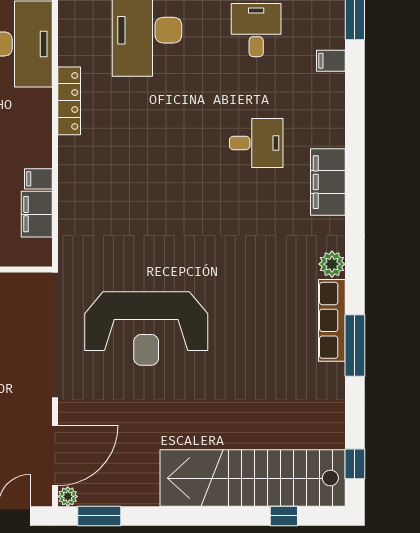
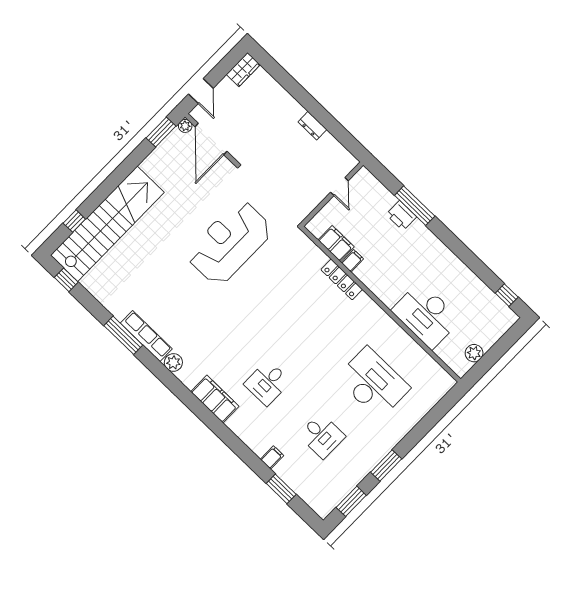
locker: (69, 101) -> (342, 279), moved

